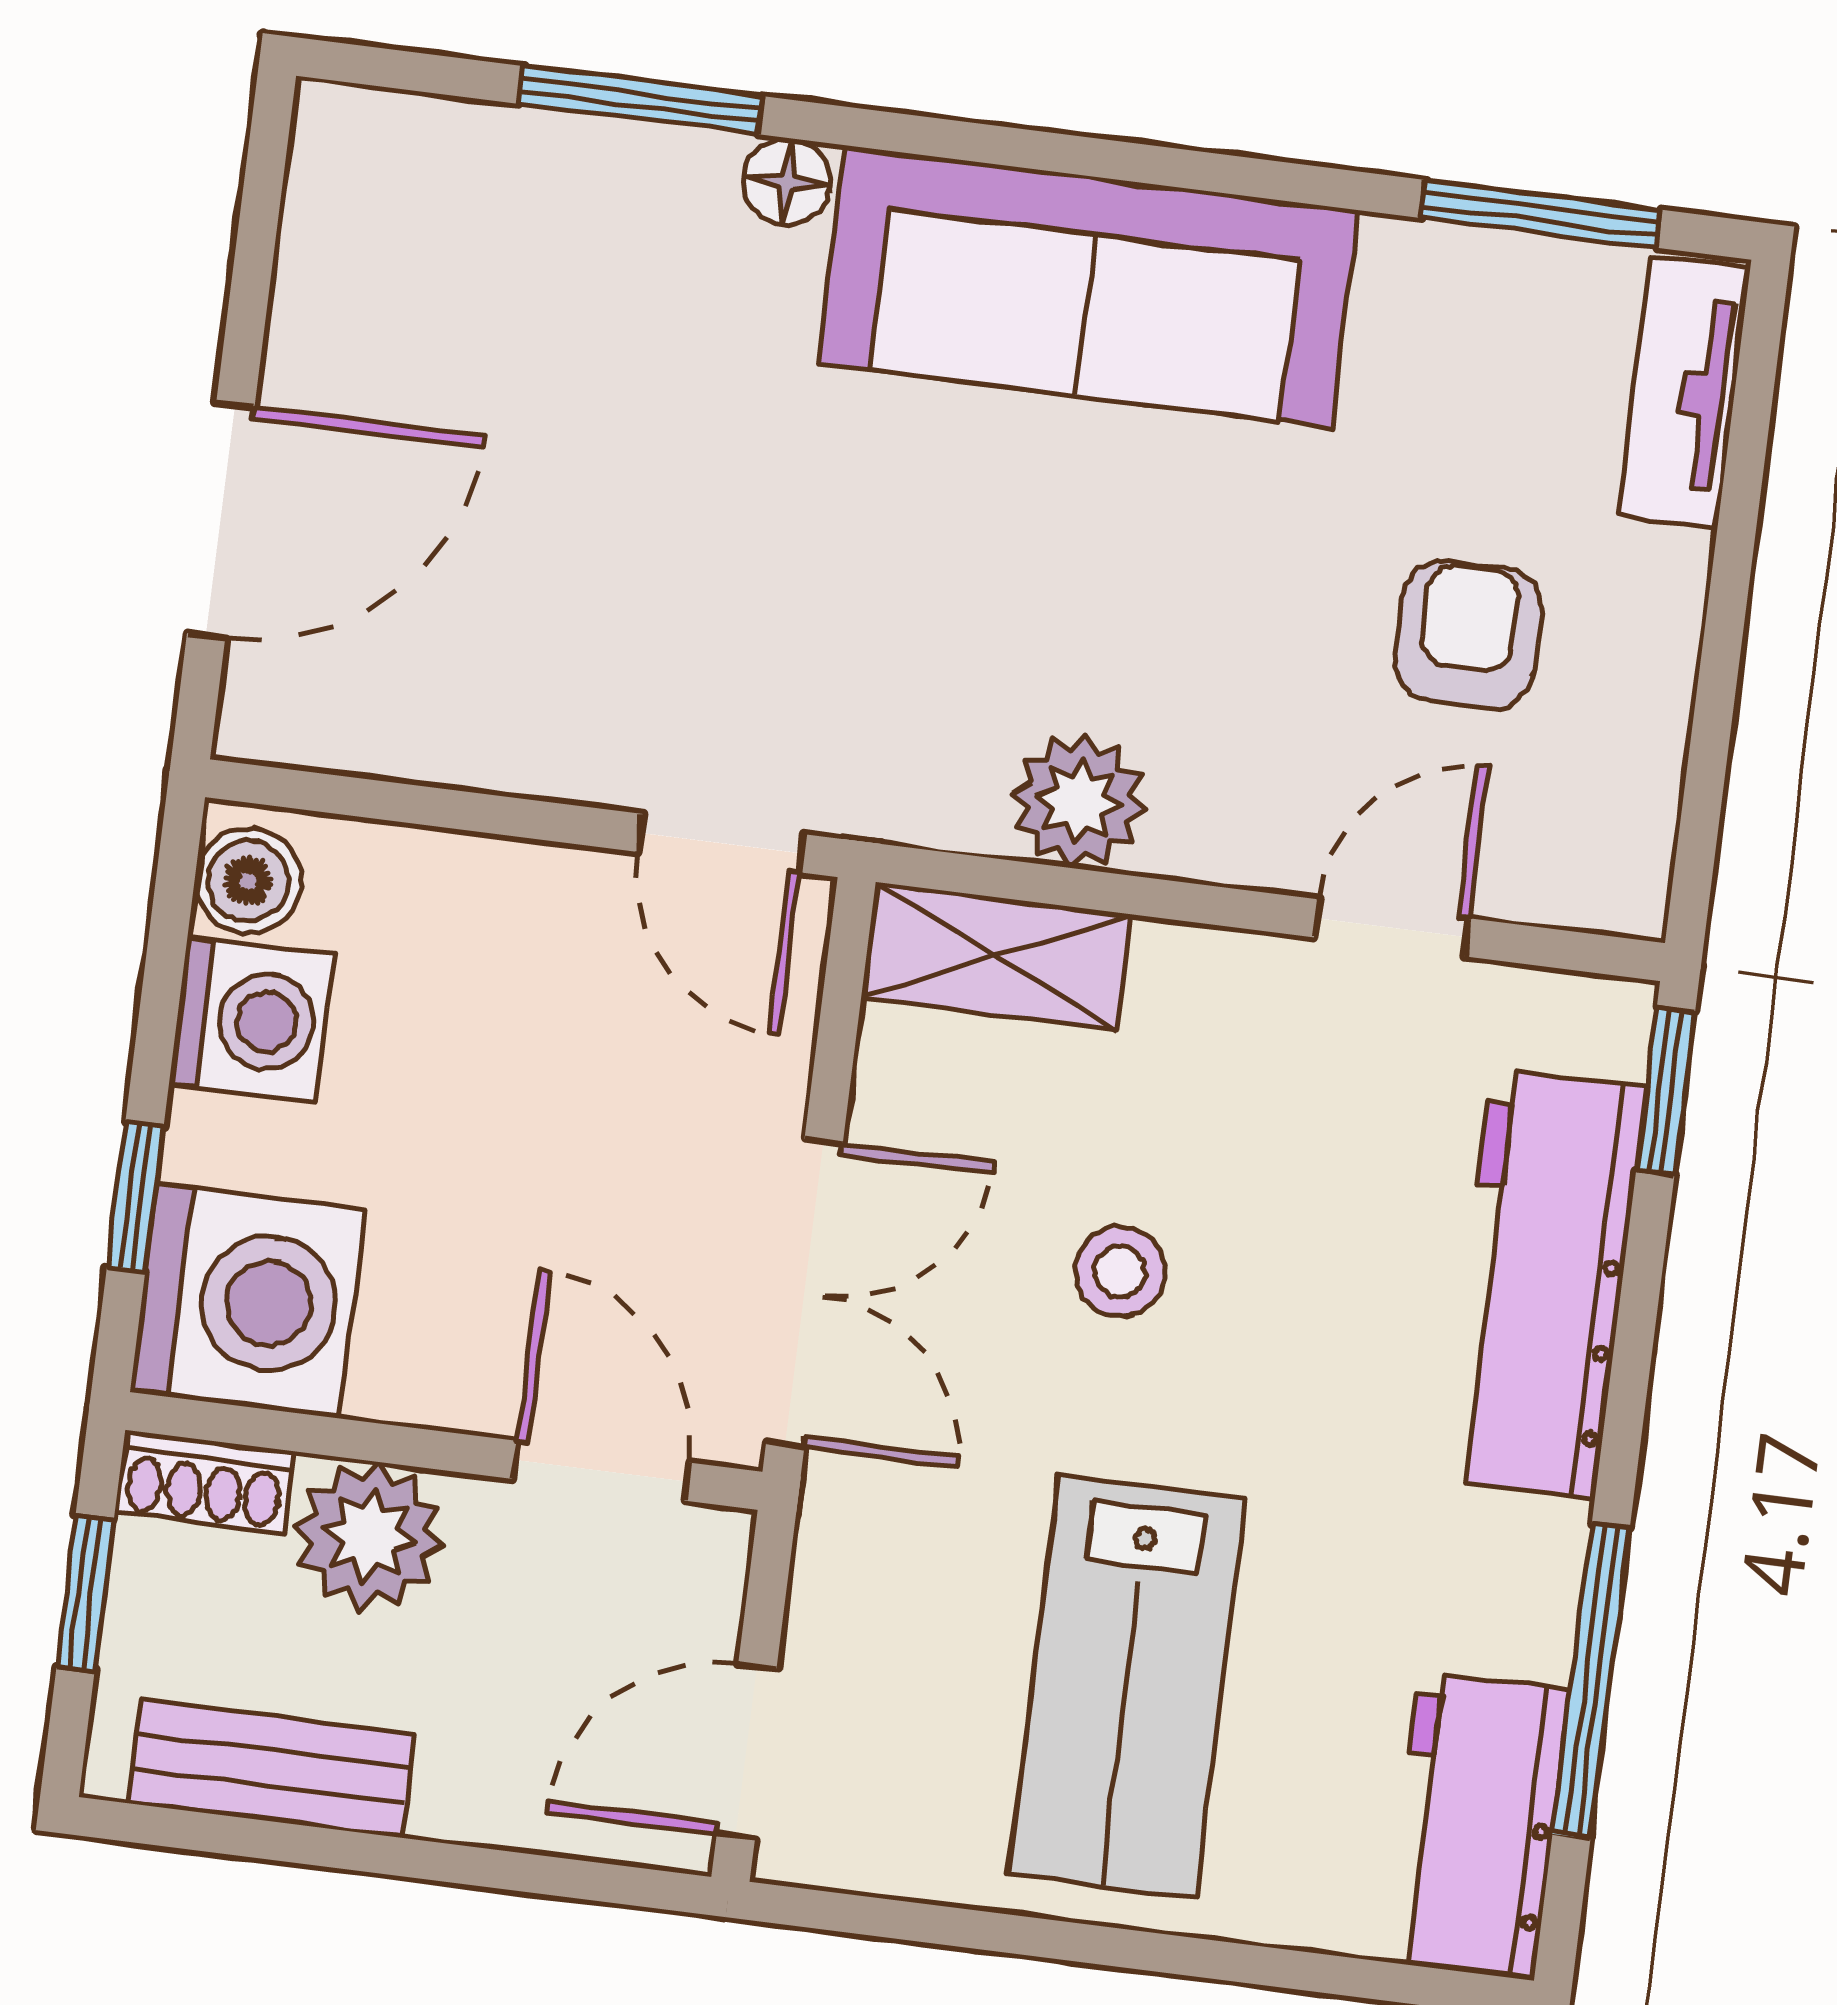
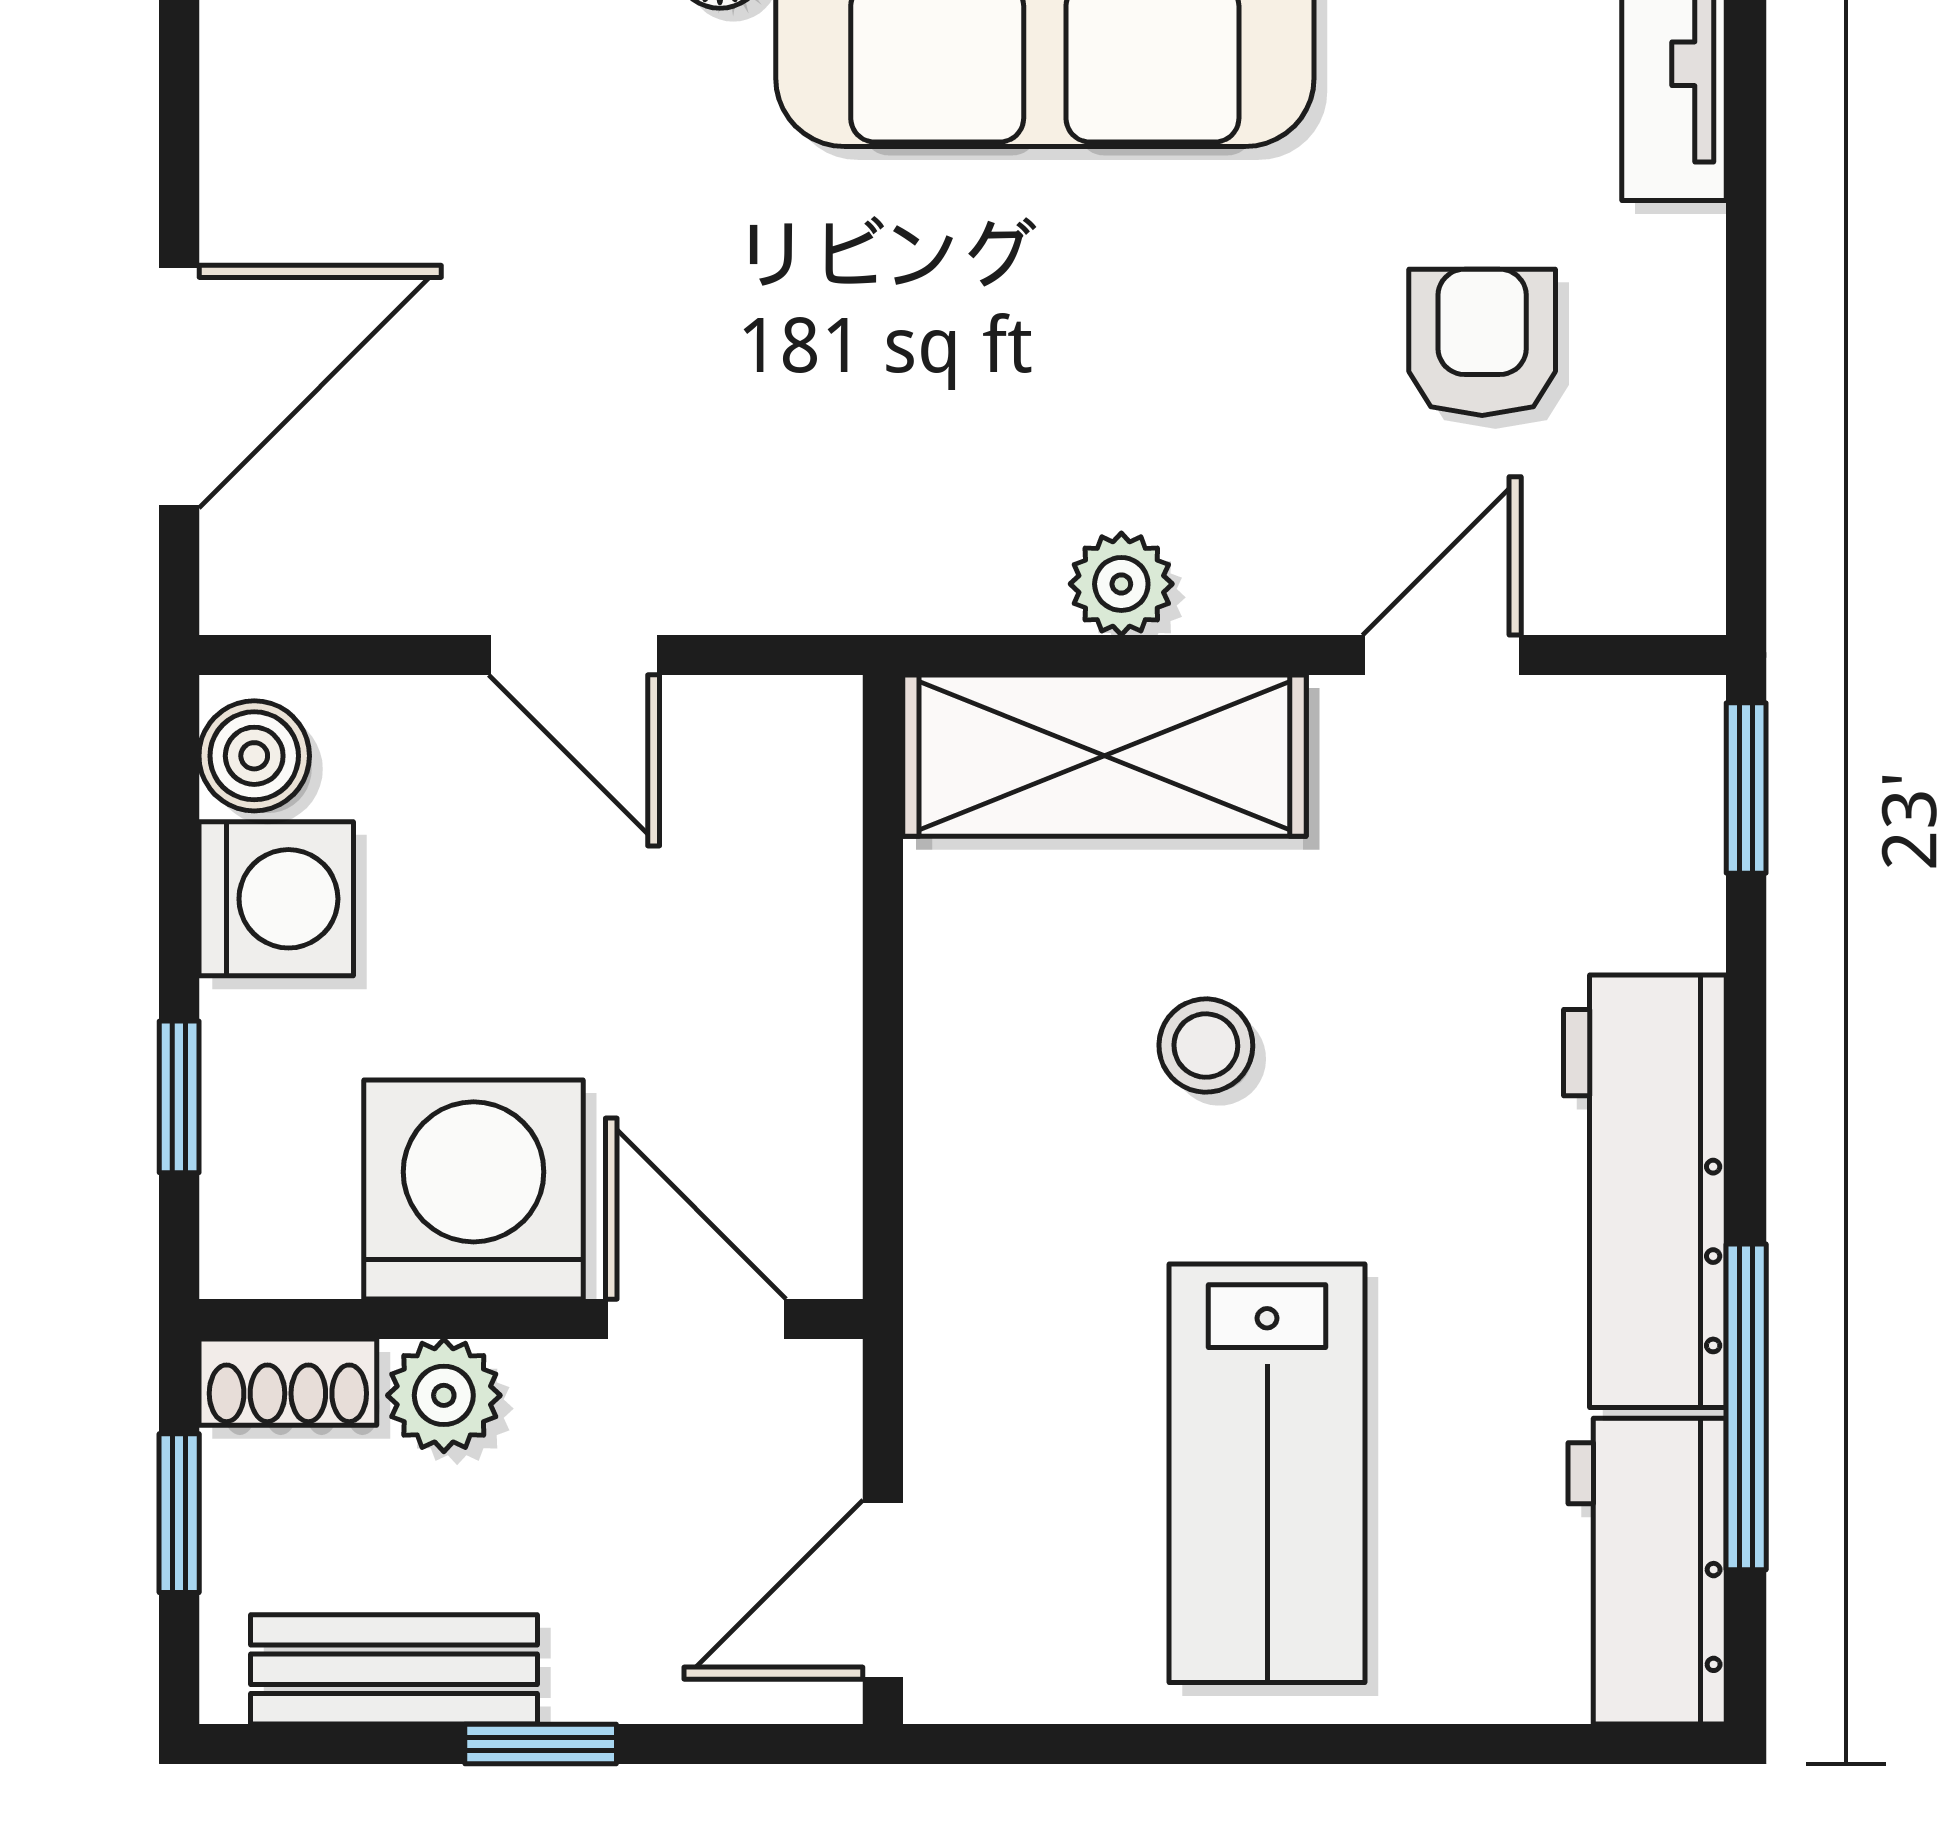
plant: (1079, 801) -> (1121, 584), width x0.73, depth x0.73
door: (721, 843) -> (574, 655), moved
shelving: (996, 956) -> (1104, 756), width x1.50, depth x1.33
workbench: (1543, 1284) -> (1645, 1191), moved
double door: (804, 1293) -> (883, 1109), removed
washing machine: (248, 1301) -> (474, 1189), moved, turned -90
plant: (369, 1536) -> (444, 1395), width x0.73, depth x0.73
window: (402, 1857) -> (541, 1744), added

